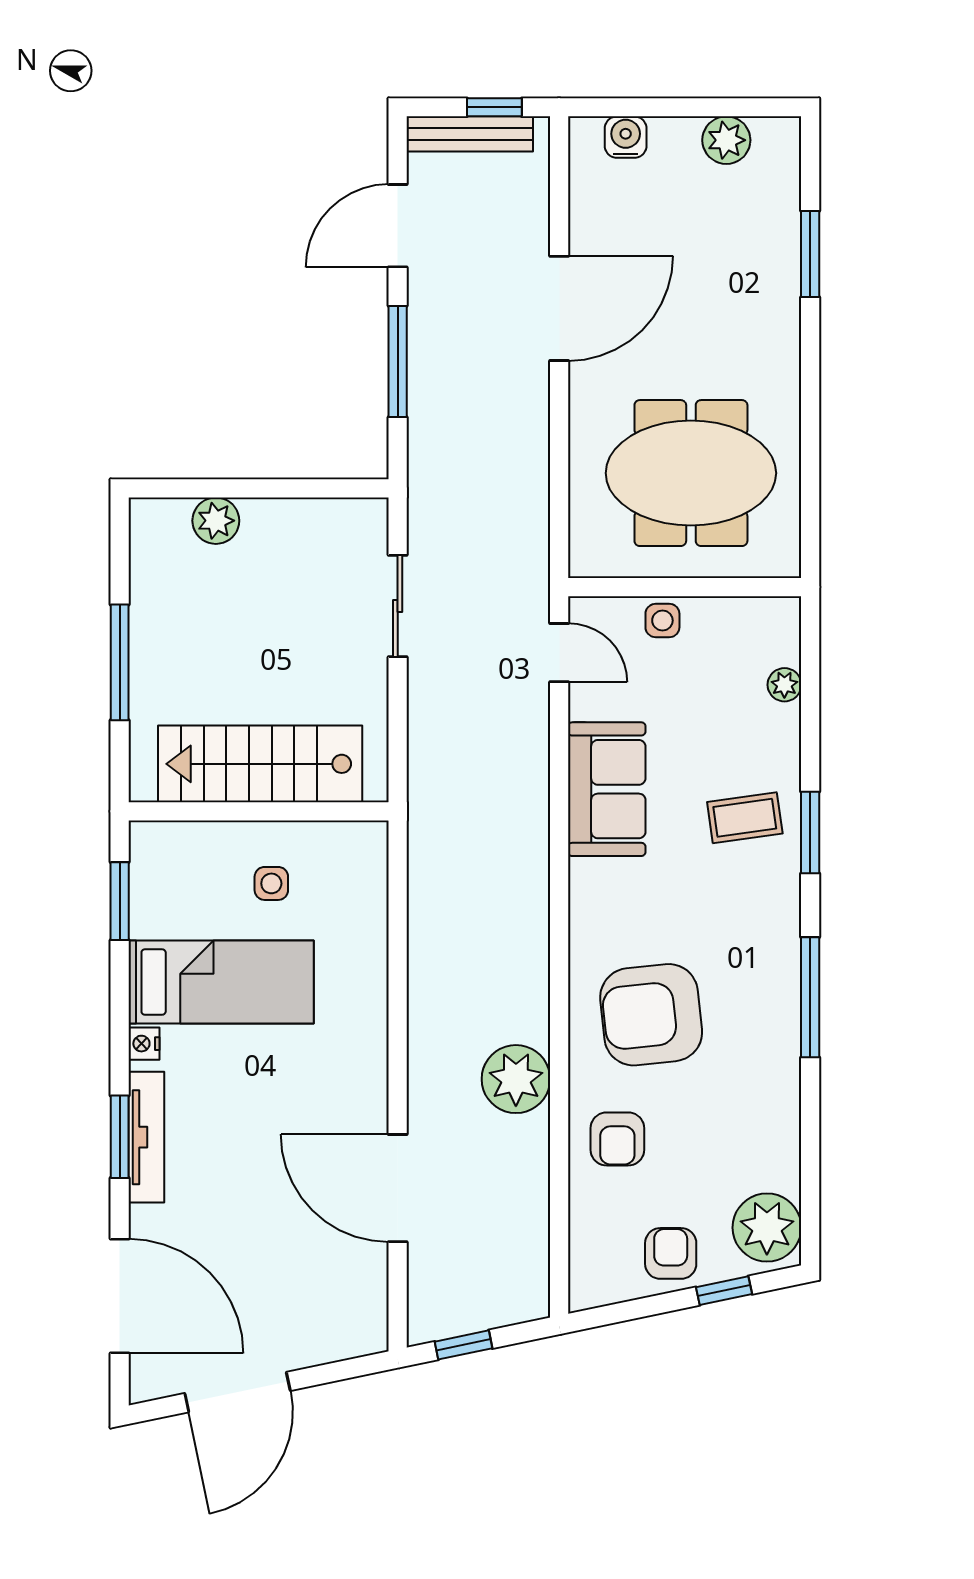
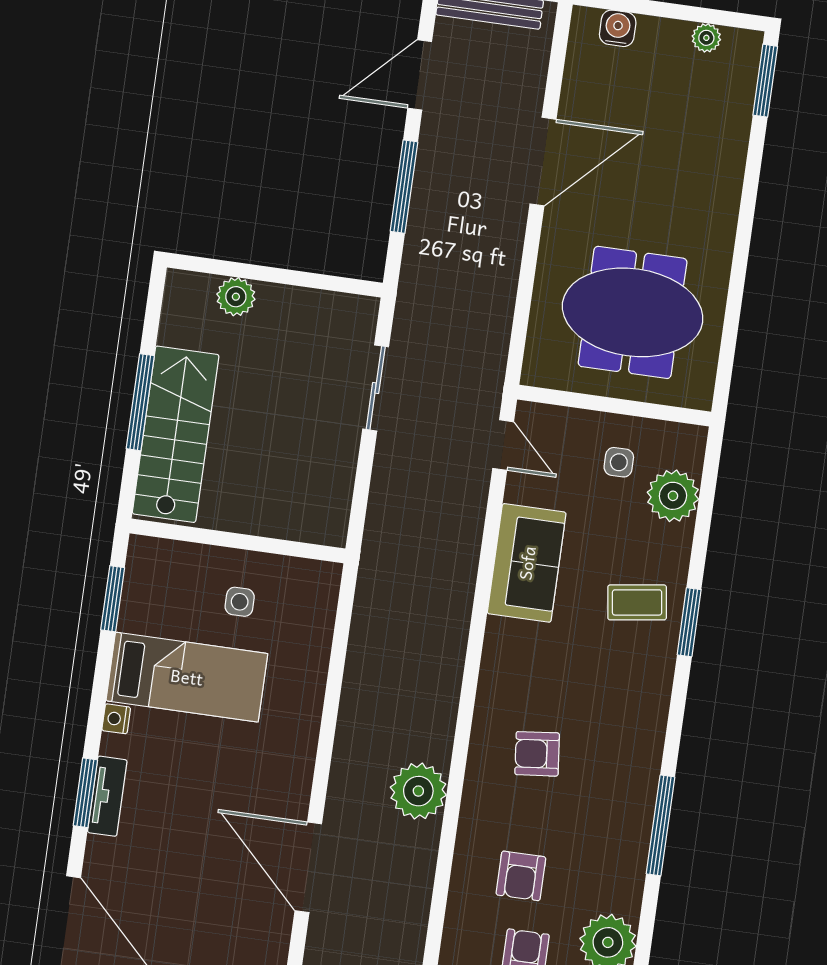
plant: (726, 140) -> (706, 38), width x0.73, depth x0.73
window: (810, 254) -> (765, 81), moved
side table: (662, 621) -> (619, 462), moved
plant: (784, 685) -> (673, 496), width x1.88, depth x1.88
stairs: (260, 764) -> (176, 434), moved, turned 90
window: (810, 997) -> (661, 825), moved
armchair: (651, 1015) -> (537, 754), width x0.53, depth x0.53
tv unit: (146, 1137) -> (107, 796), width x0.71
armchair: (617, 1139) -> (521, 876), moved

